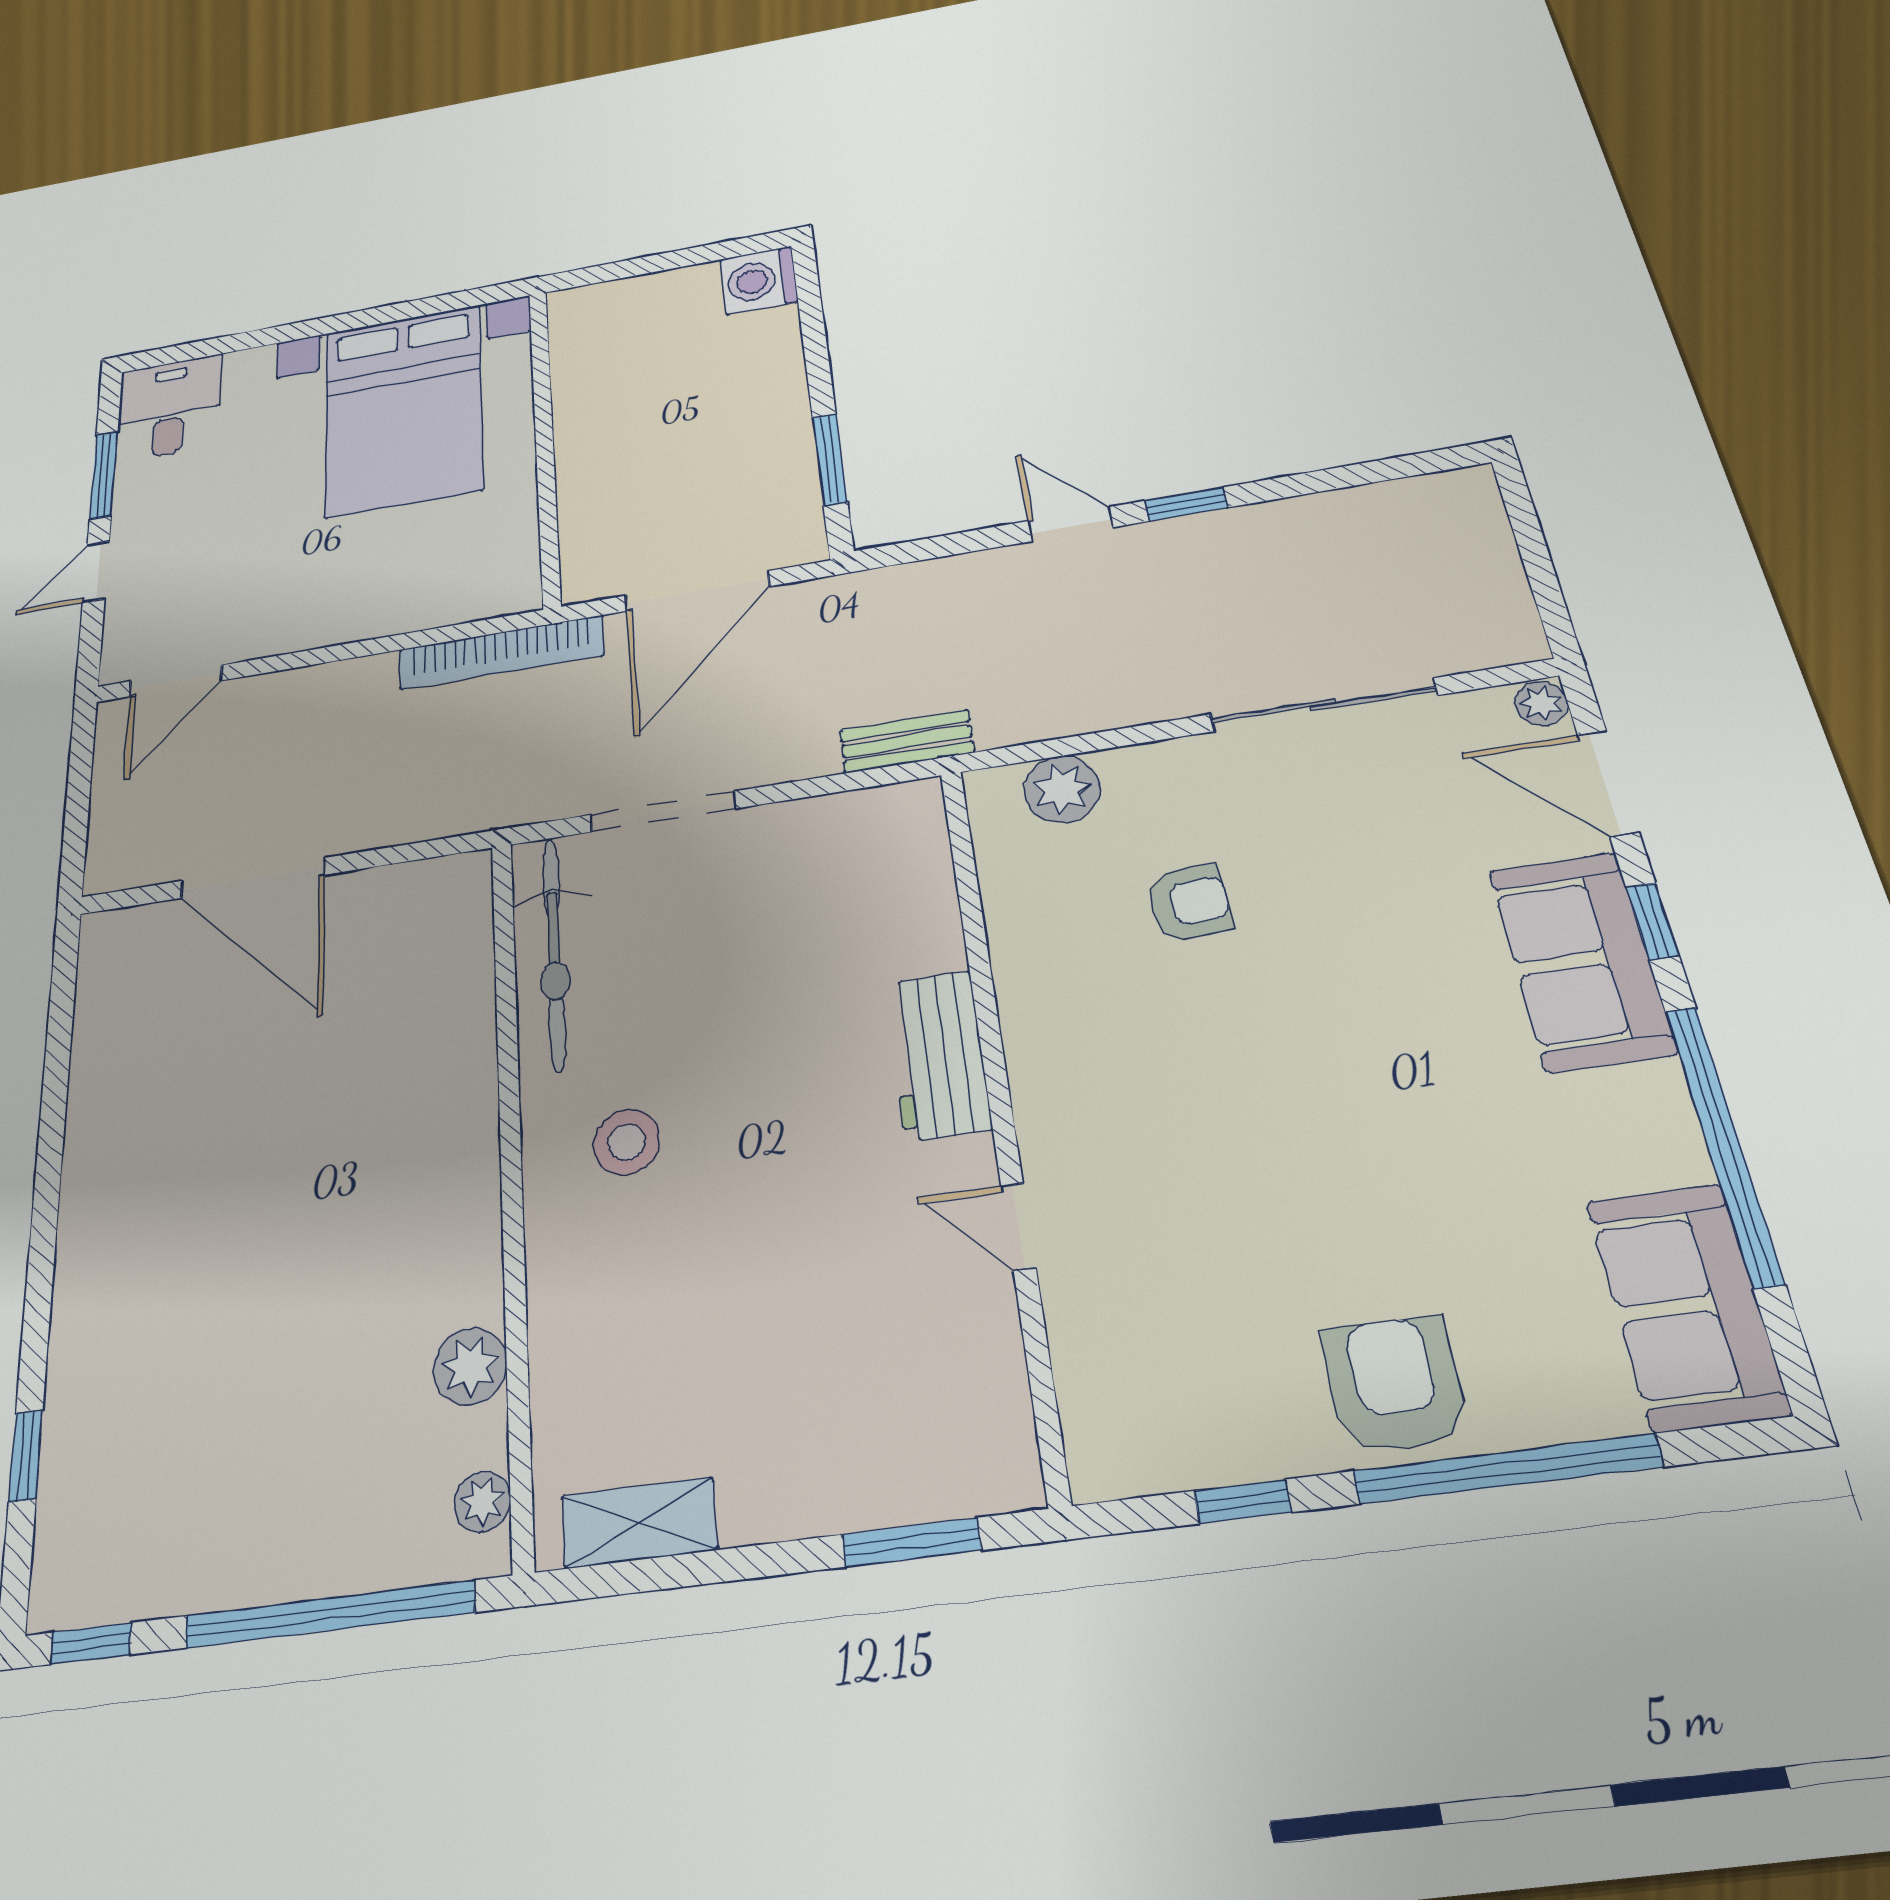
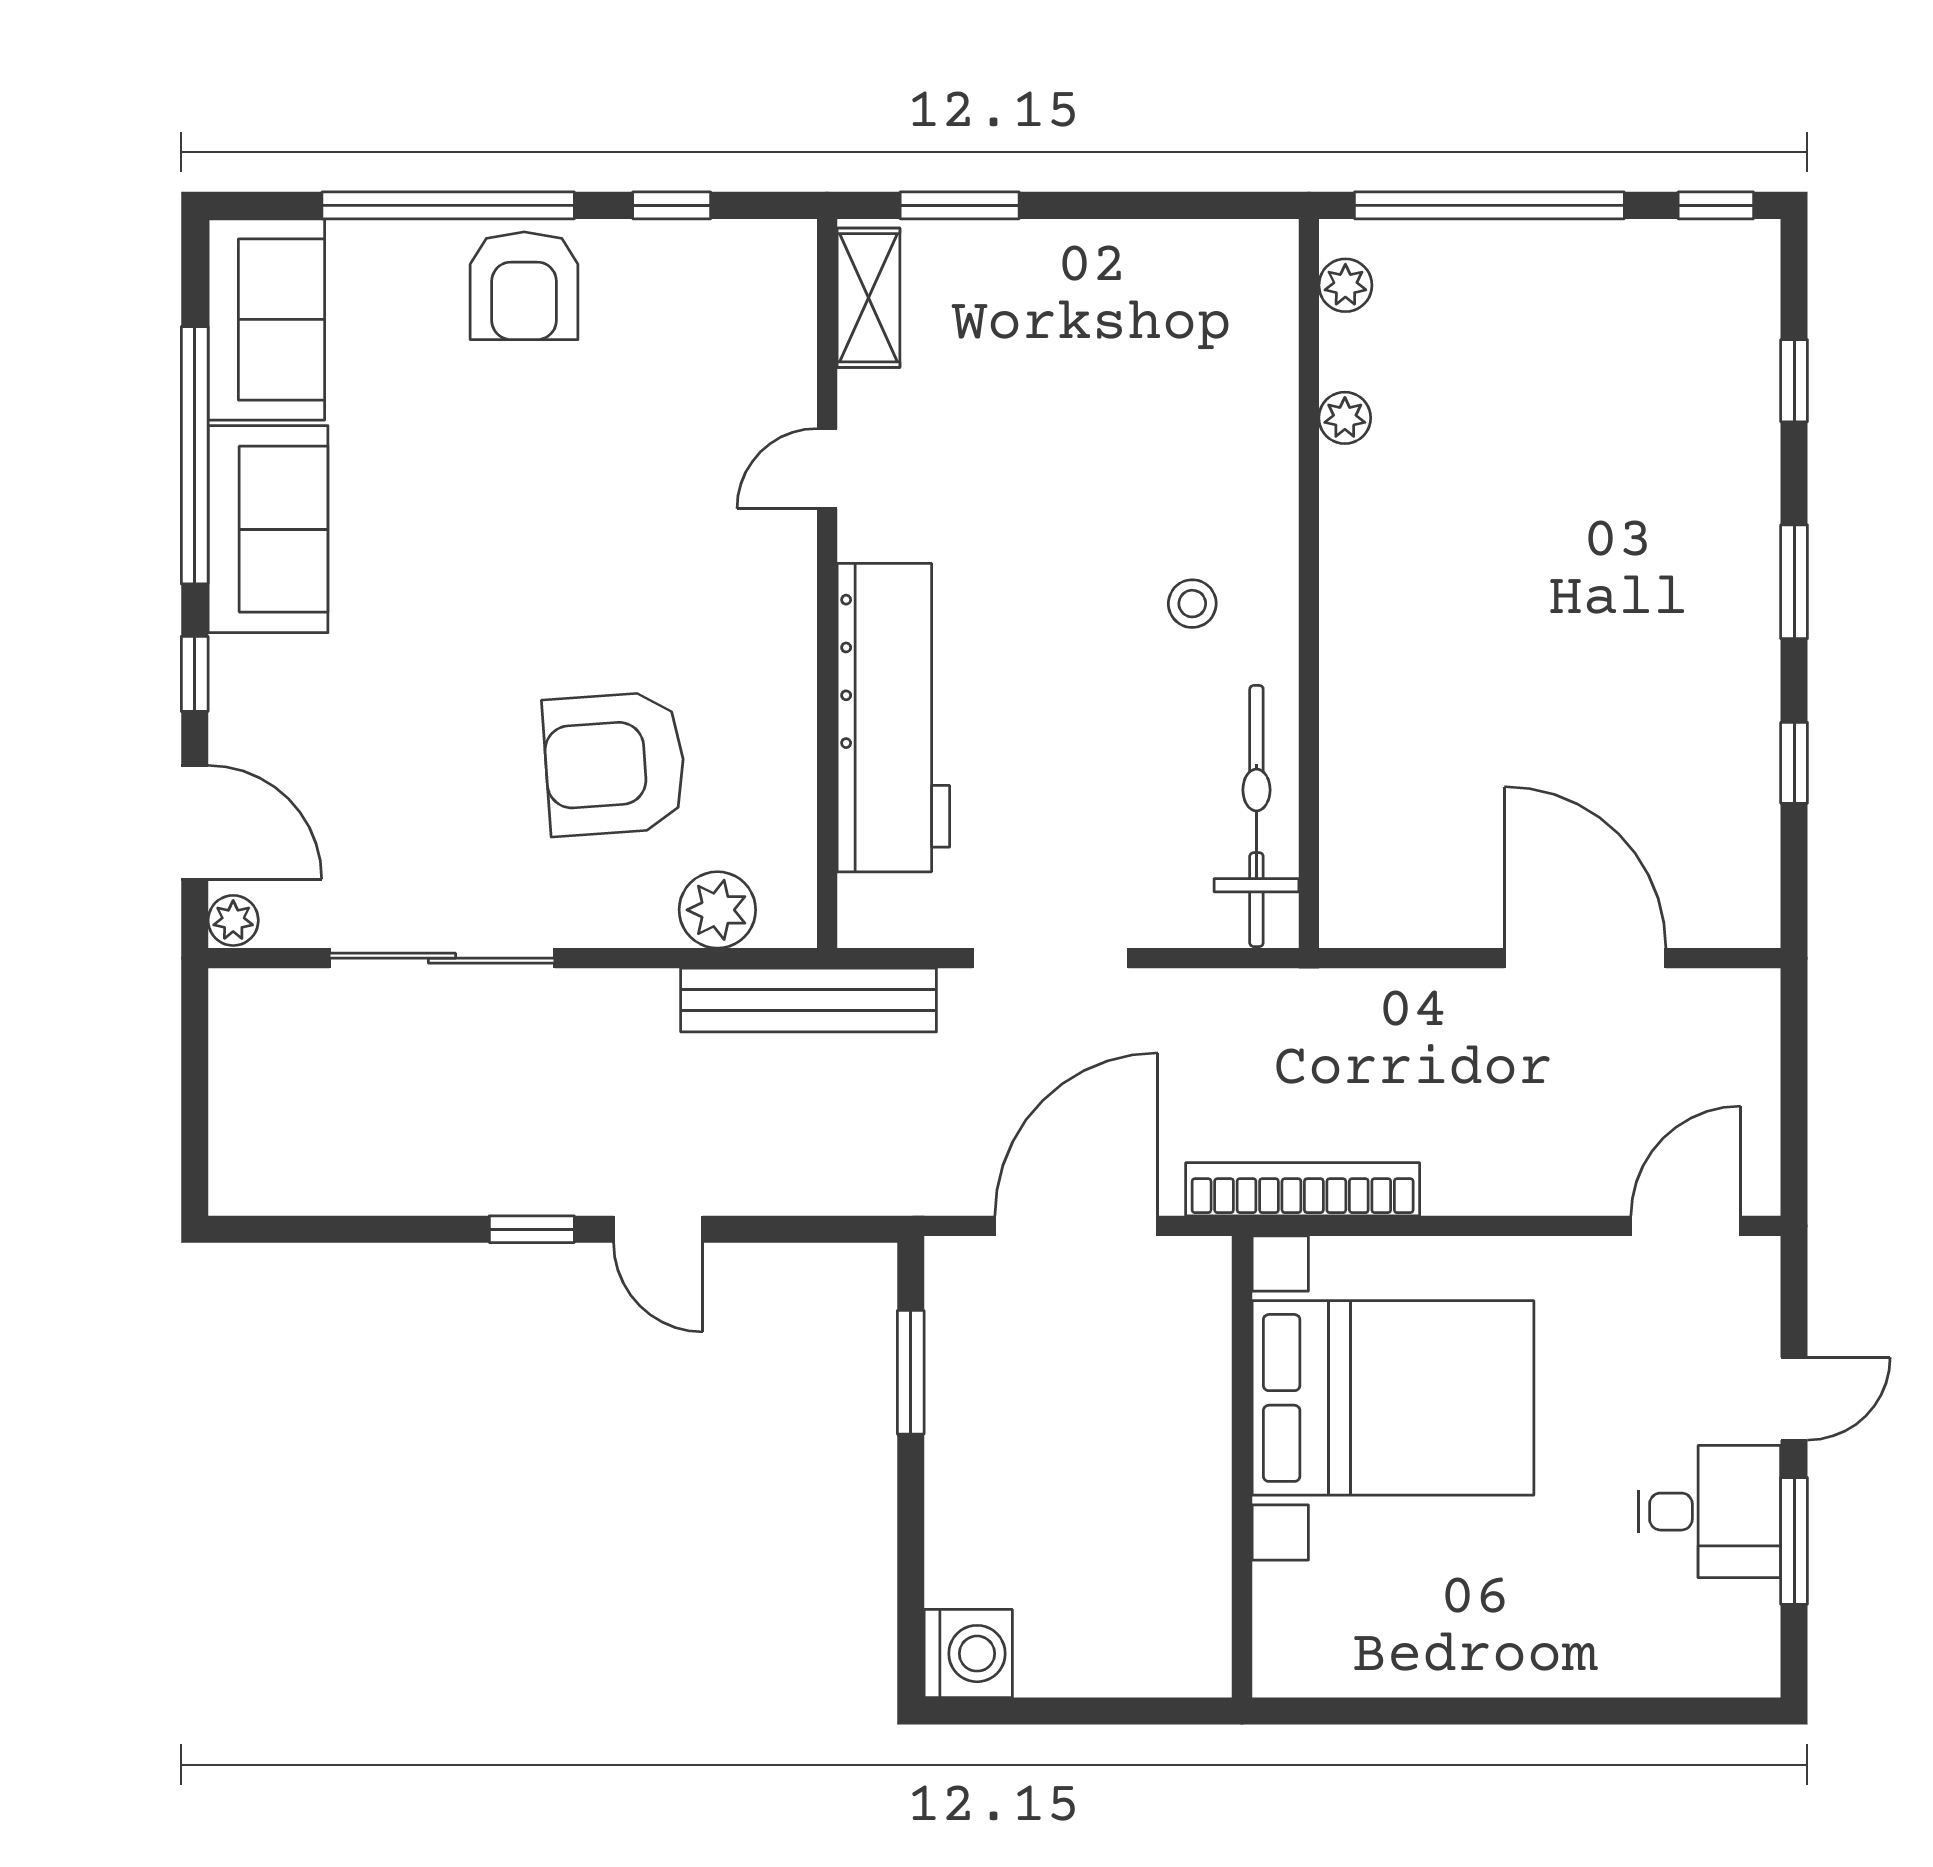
desk: (169, 408) -> (1709, 1512), moved, turned -90
bed with nightstands: (403, 410) -> (1393, 1398), moved, turned 90
bench: (907, 741) -> (809, 1000), width x1.86, depth x1.21
doorway: (663, 812) -> (1051, 958), moved
armchair: (1189, 903) -> (615, 764), width x1.88, depth x1.88
sofa: (1581, 961) -> (268, 529), moved
workbench: (938, 1055) -> (893, 718), width x1.87, depth x1.32
window: (56, 1077) -> (1794, 763), added
stool: (627, 1142) -> (1192, 604), width x0.73, depth x0.73
door: (1018, 1226) -> (827, 469), swing flipped
window: (42, 1248) -> (1794, 582), added
plant: (470, 1366) -> (1345, 418), width x0.73, depth x0.73
shelving: (639, 1523) -> (868, 298), moved, turned 90

